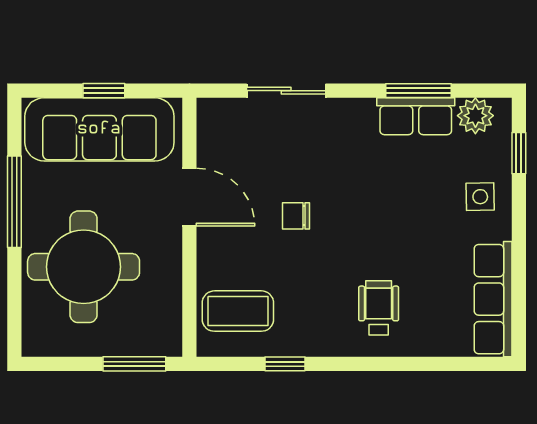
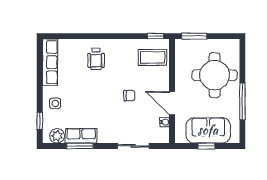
sofa: (99, 129) -> (208, 130), width x0.73
water cooler: (208, 150) -> (165, 122), added
window: (285, 364) -> (155, 36), moved

